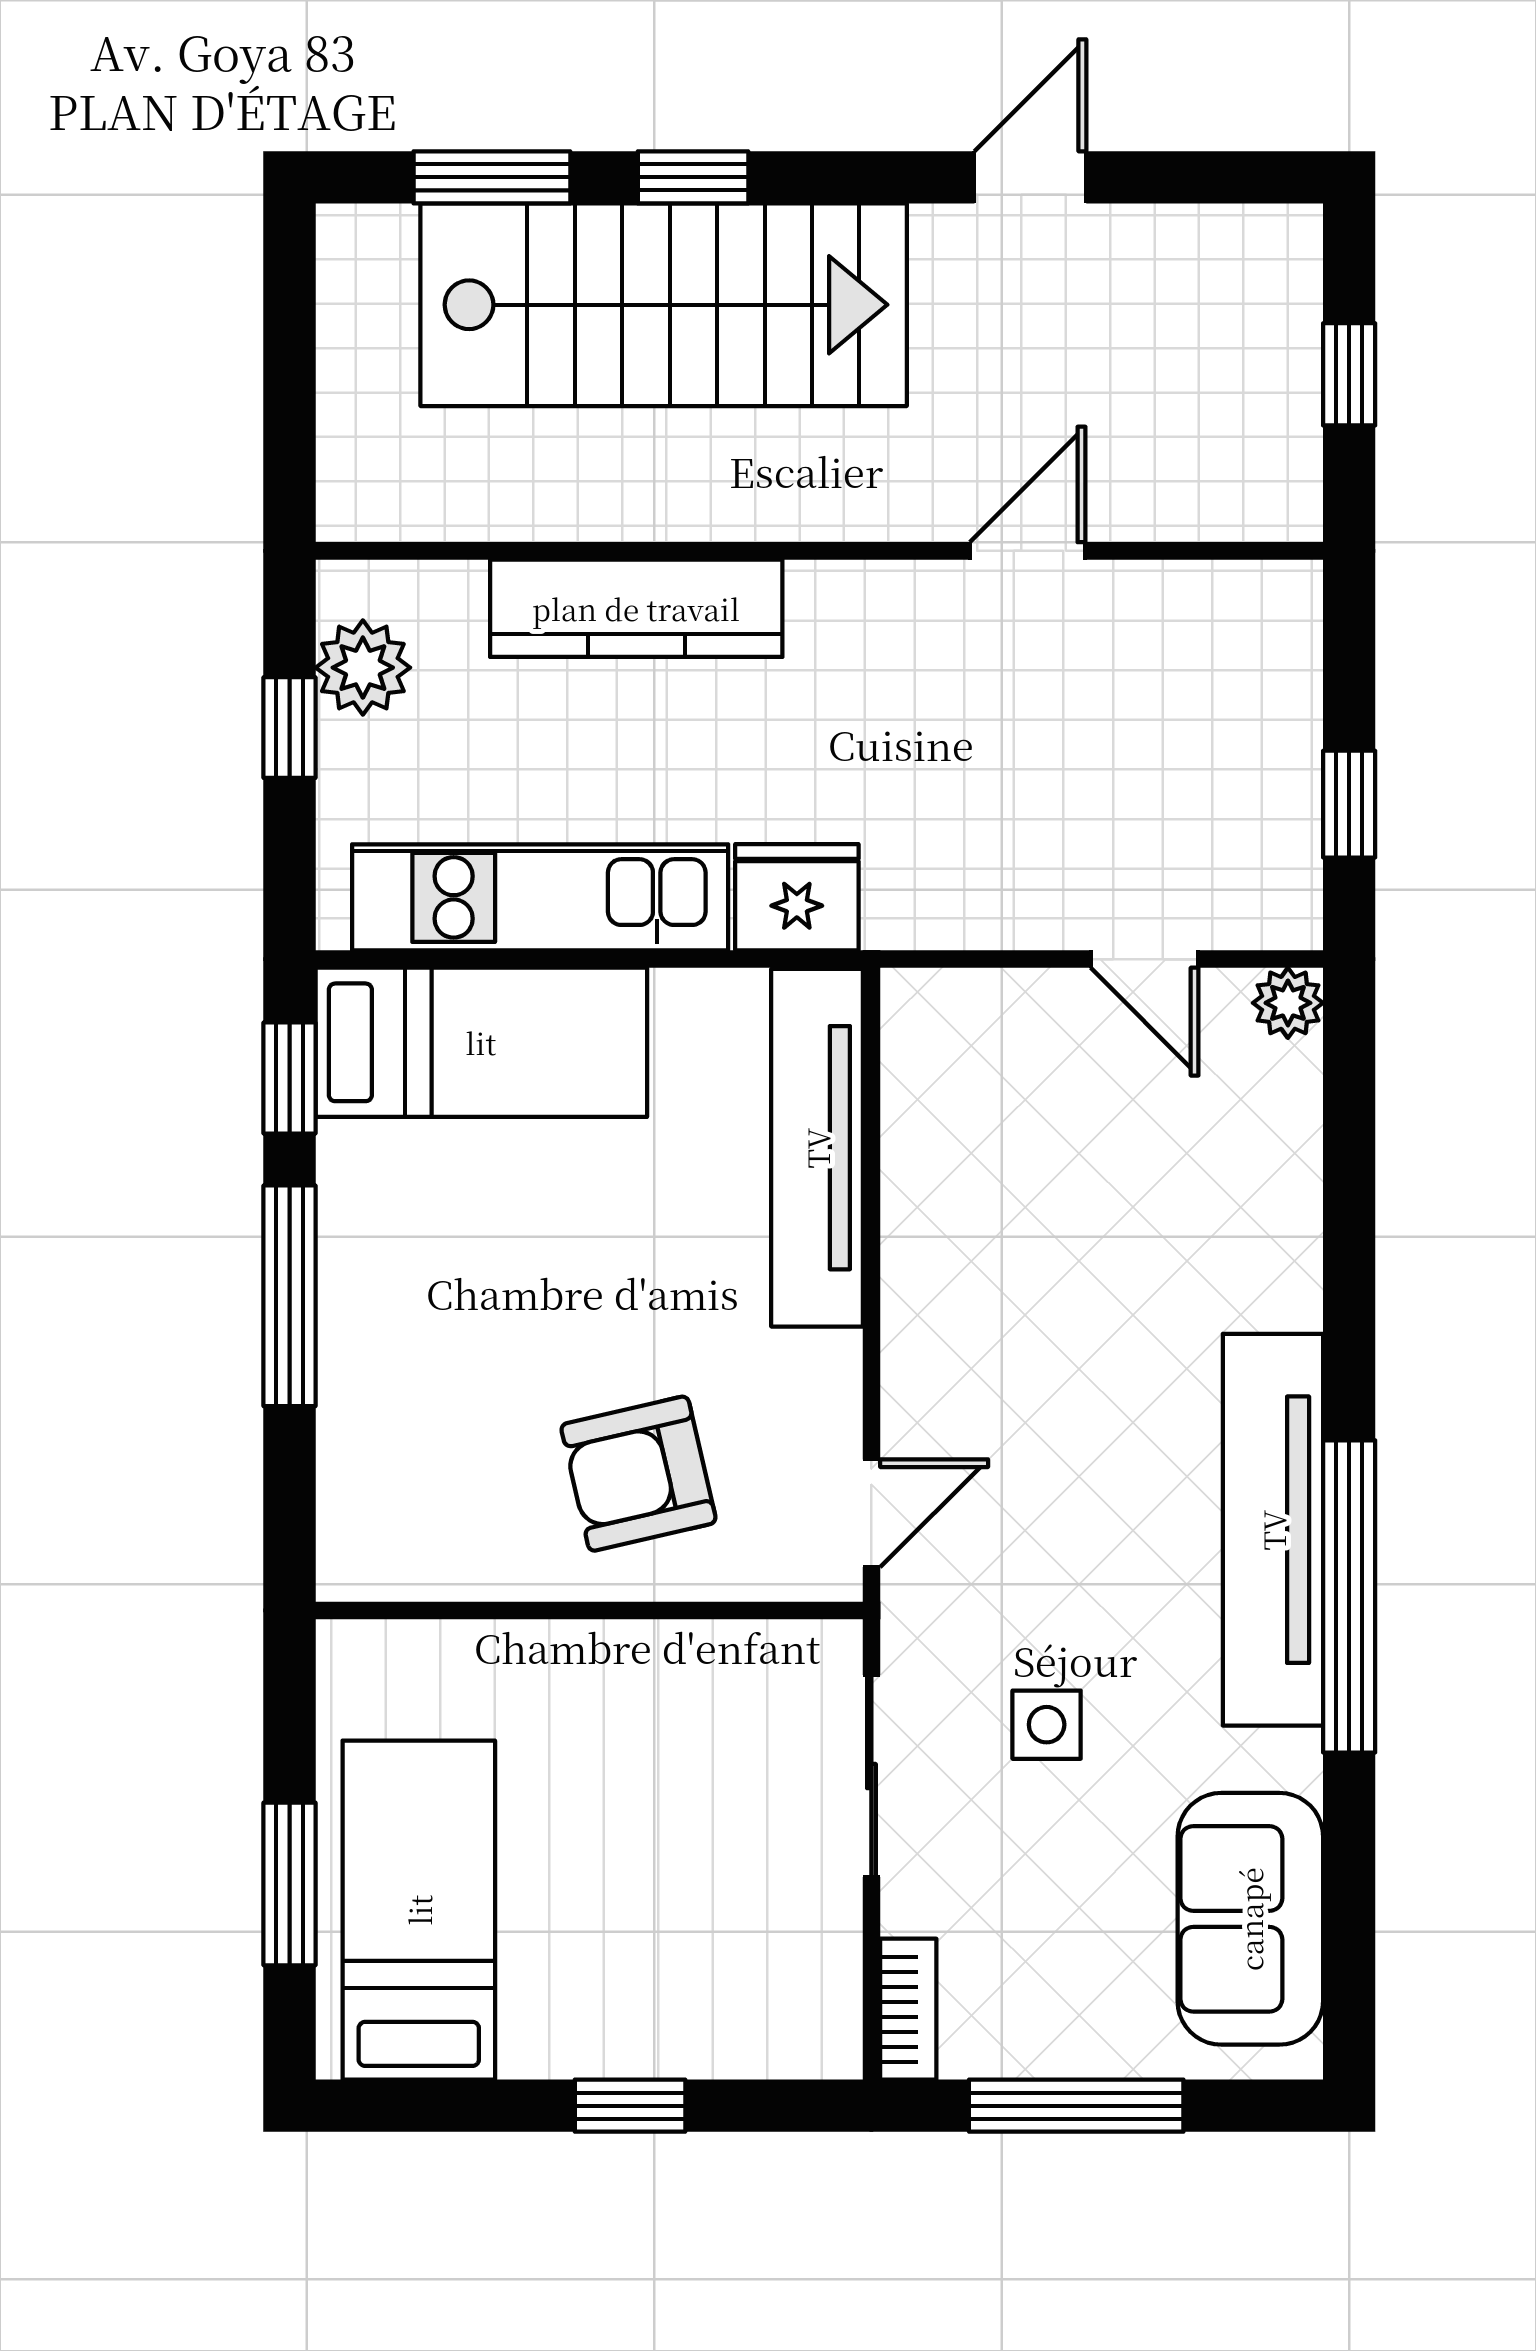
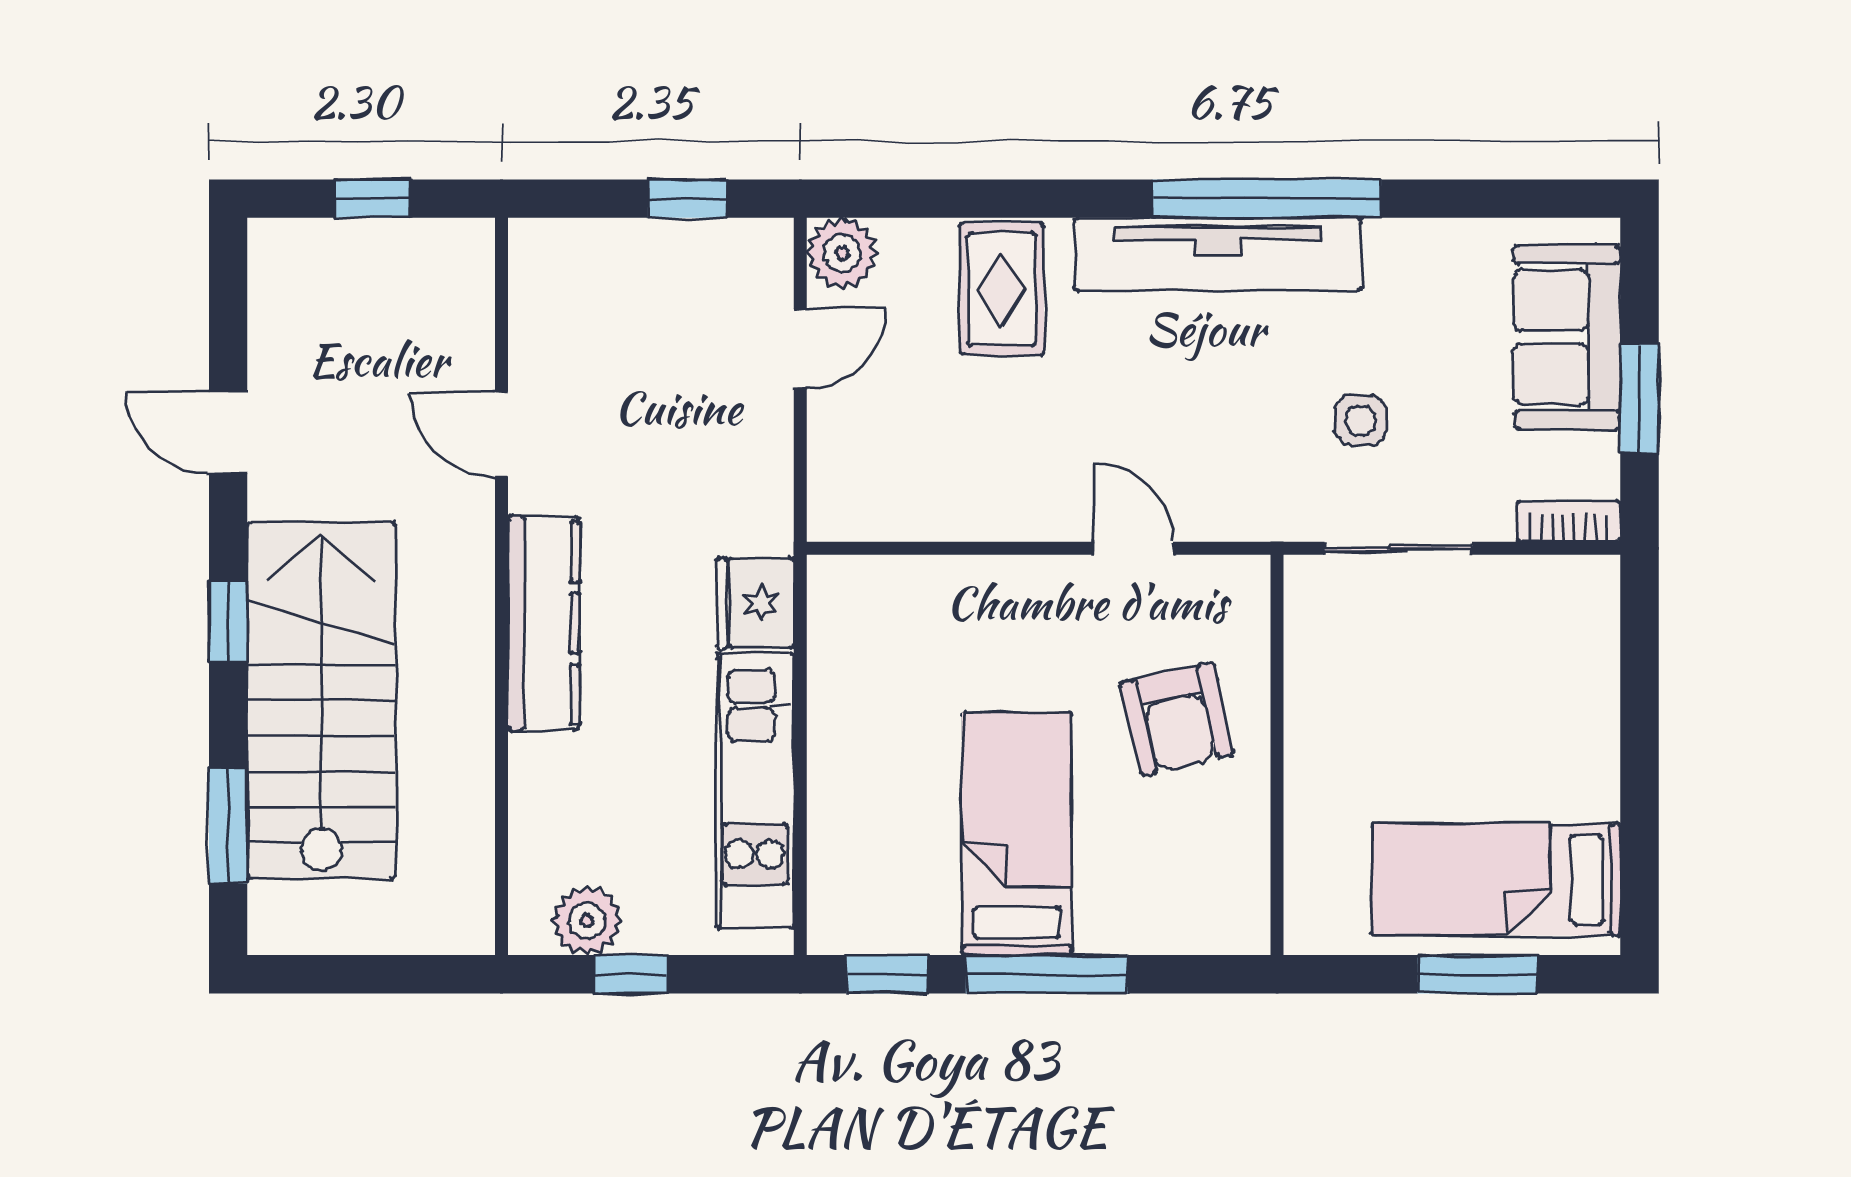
window: (693, 177) -> (228, 622), moved
kitchen counter: (636, 608) -> (544, 623), moved
plant: (1288, 1003) -> (842, 253), width x1.38, depth x1.38
bed: (481, 1042) -> (1017, 834), moved
tv unit: (817, 1148) -> (938, 588), removed
rug: (1226, 1235) -> (1002, 289), added
door: (871, 1513) -> (1134, 548), moved
sofa: (1250, 1919) -> (1567, 337), moved, turned 90
window: (630, 2106) -> (1639, 725), removed
window: (1076, 2106) -> (1639, 398), width x0.69

